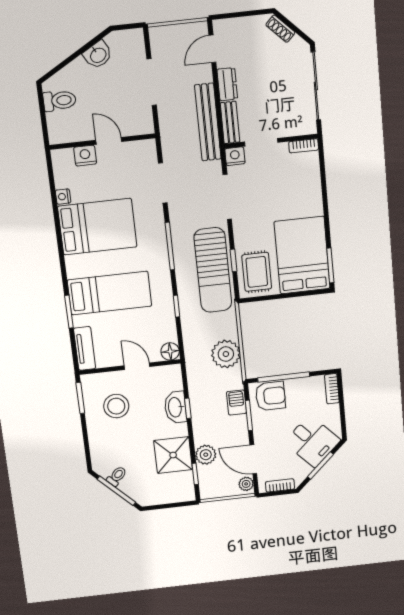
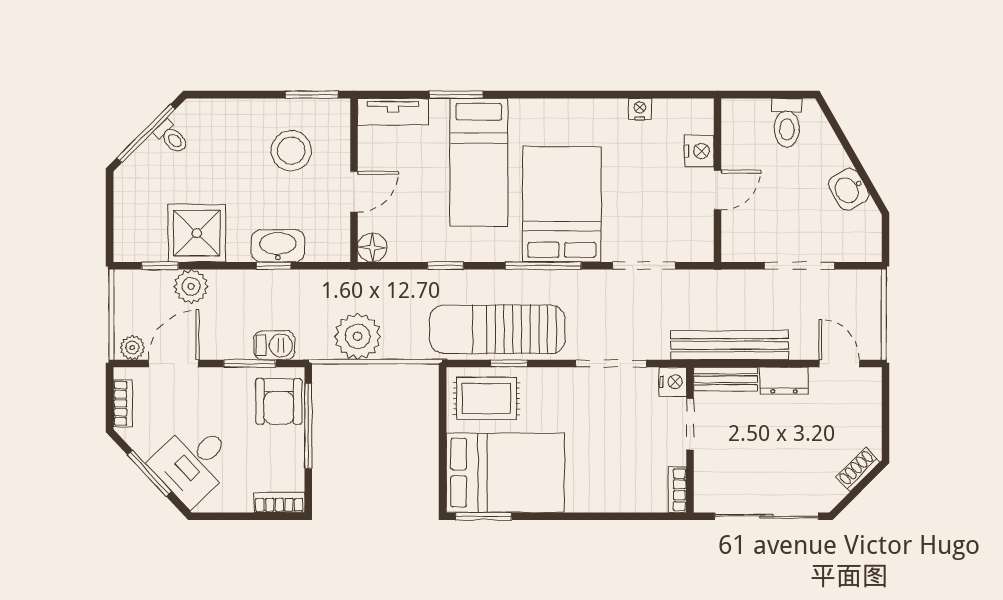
bed: (97, 227) -> (562, 204), moved, turned 180

